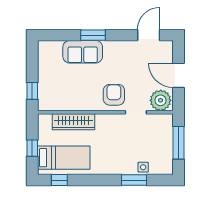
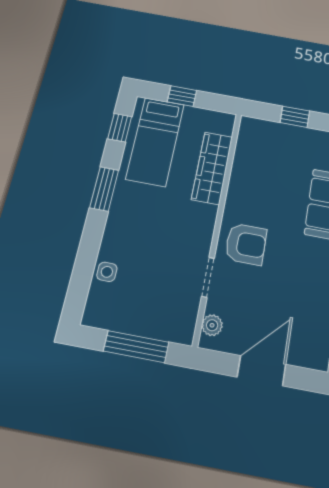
window: (32, 91) -> (295, 117), moved
plant: (161, 100) -> (212, 325), width x0.53, depth x0.53
window: (134, 180) -> (104, 189), moved

